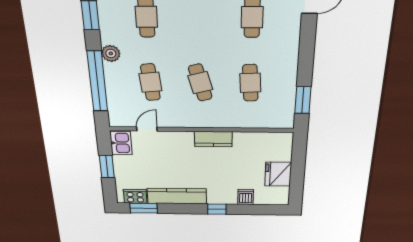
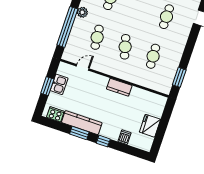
kitchen sink: (121, 143) -> (59, 84), moved
window: (144, 208) -> (79, 133), moved

